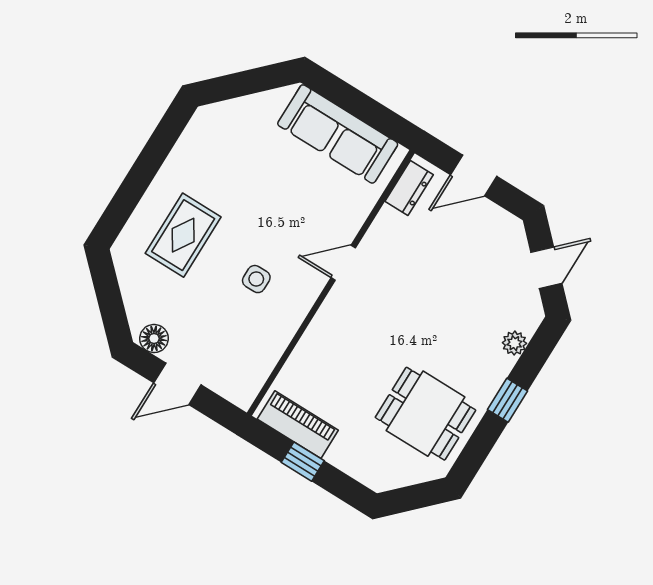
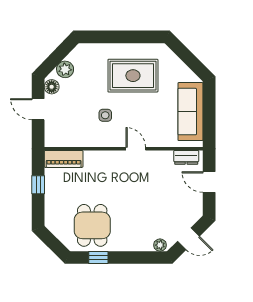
rug: (183, 235) -> (133, 76), moved, width x1.36, depth x1.43
plant: (139, 298) -> (65, 69), added
plant: (514, 343) -> (160, 245), moved
window: (507, 400) -> (98, 258), moved
piano: (298, 425) -> (64, 159), moved, turned 90

